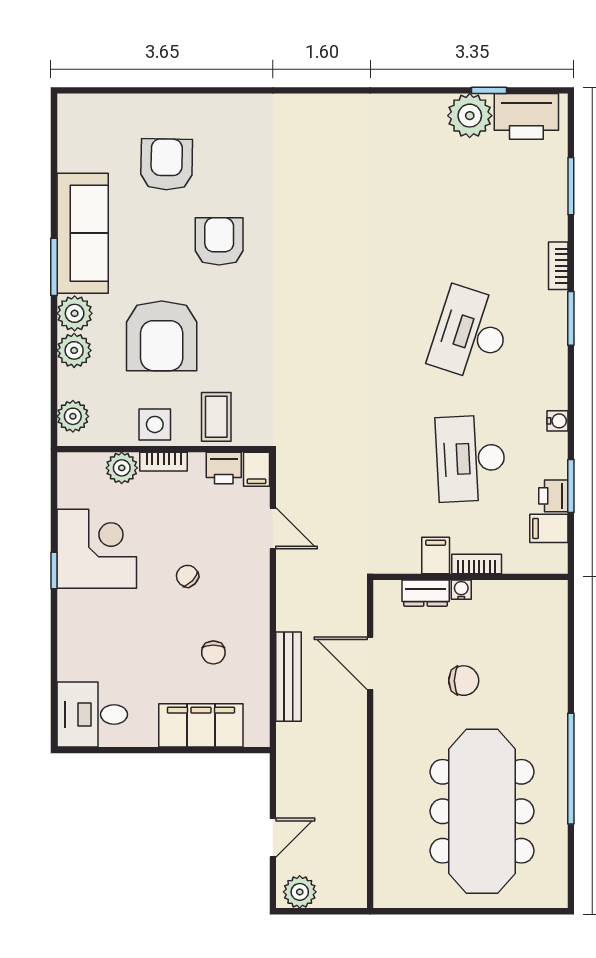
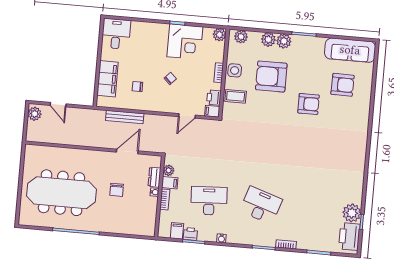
sofa: (83, 233) -> (350, 50), moved
plant: (122, 468) -> (219, 35), moved
plant: (407, 561) -> (169, 170), added

